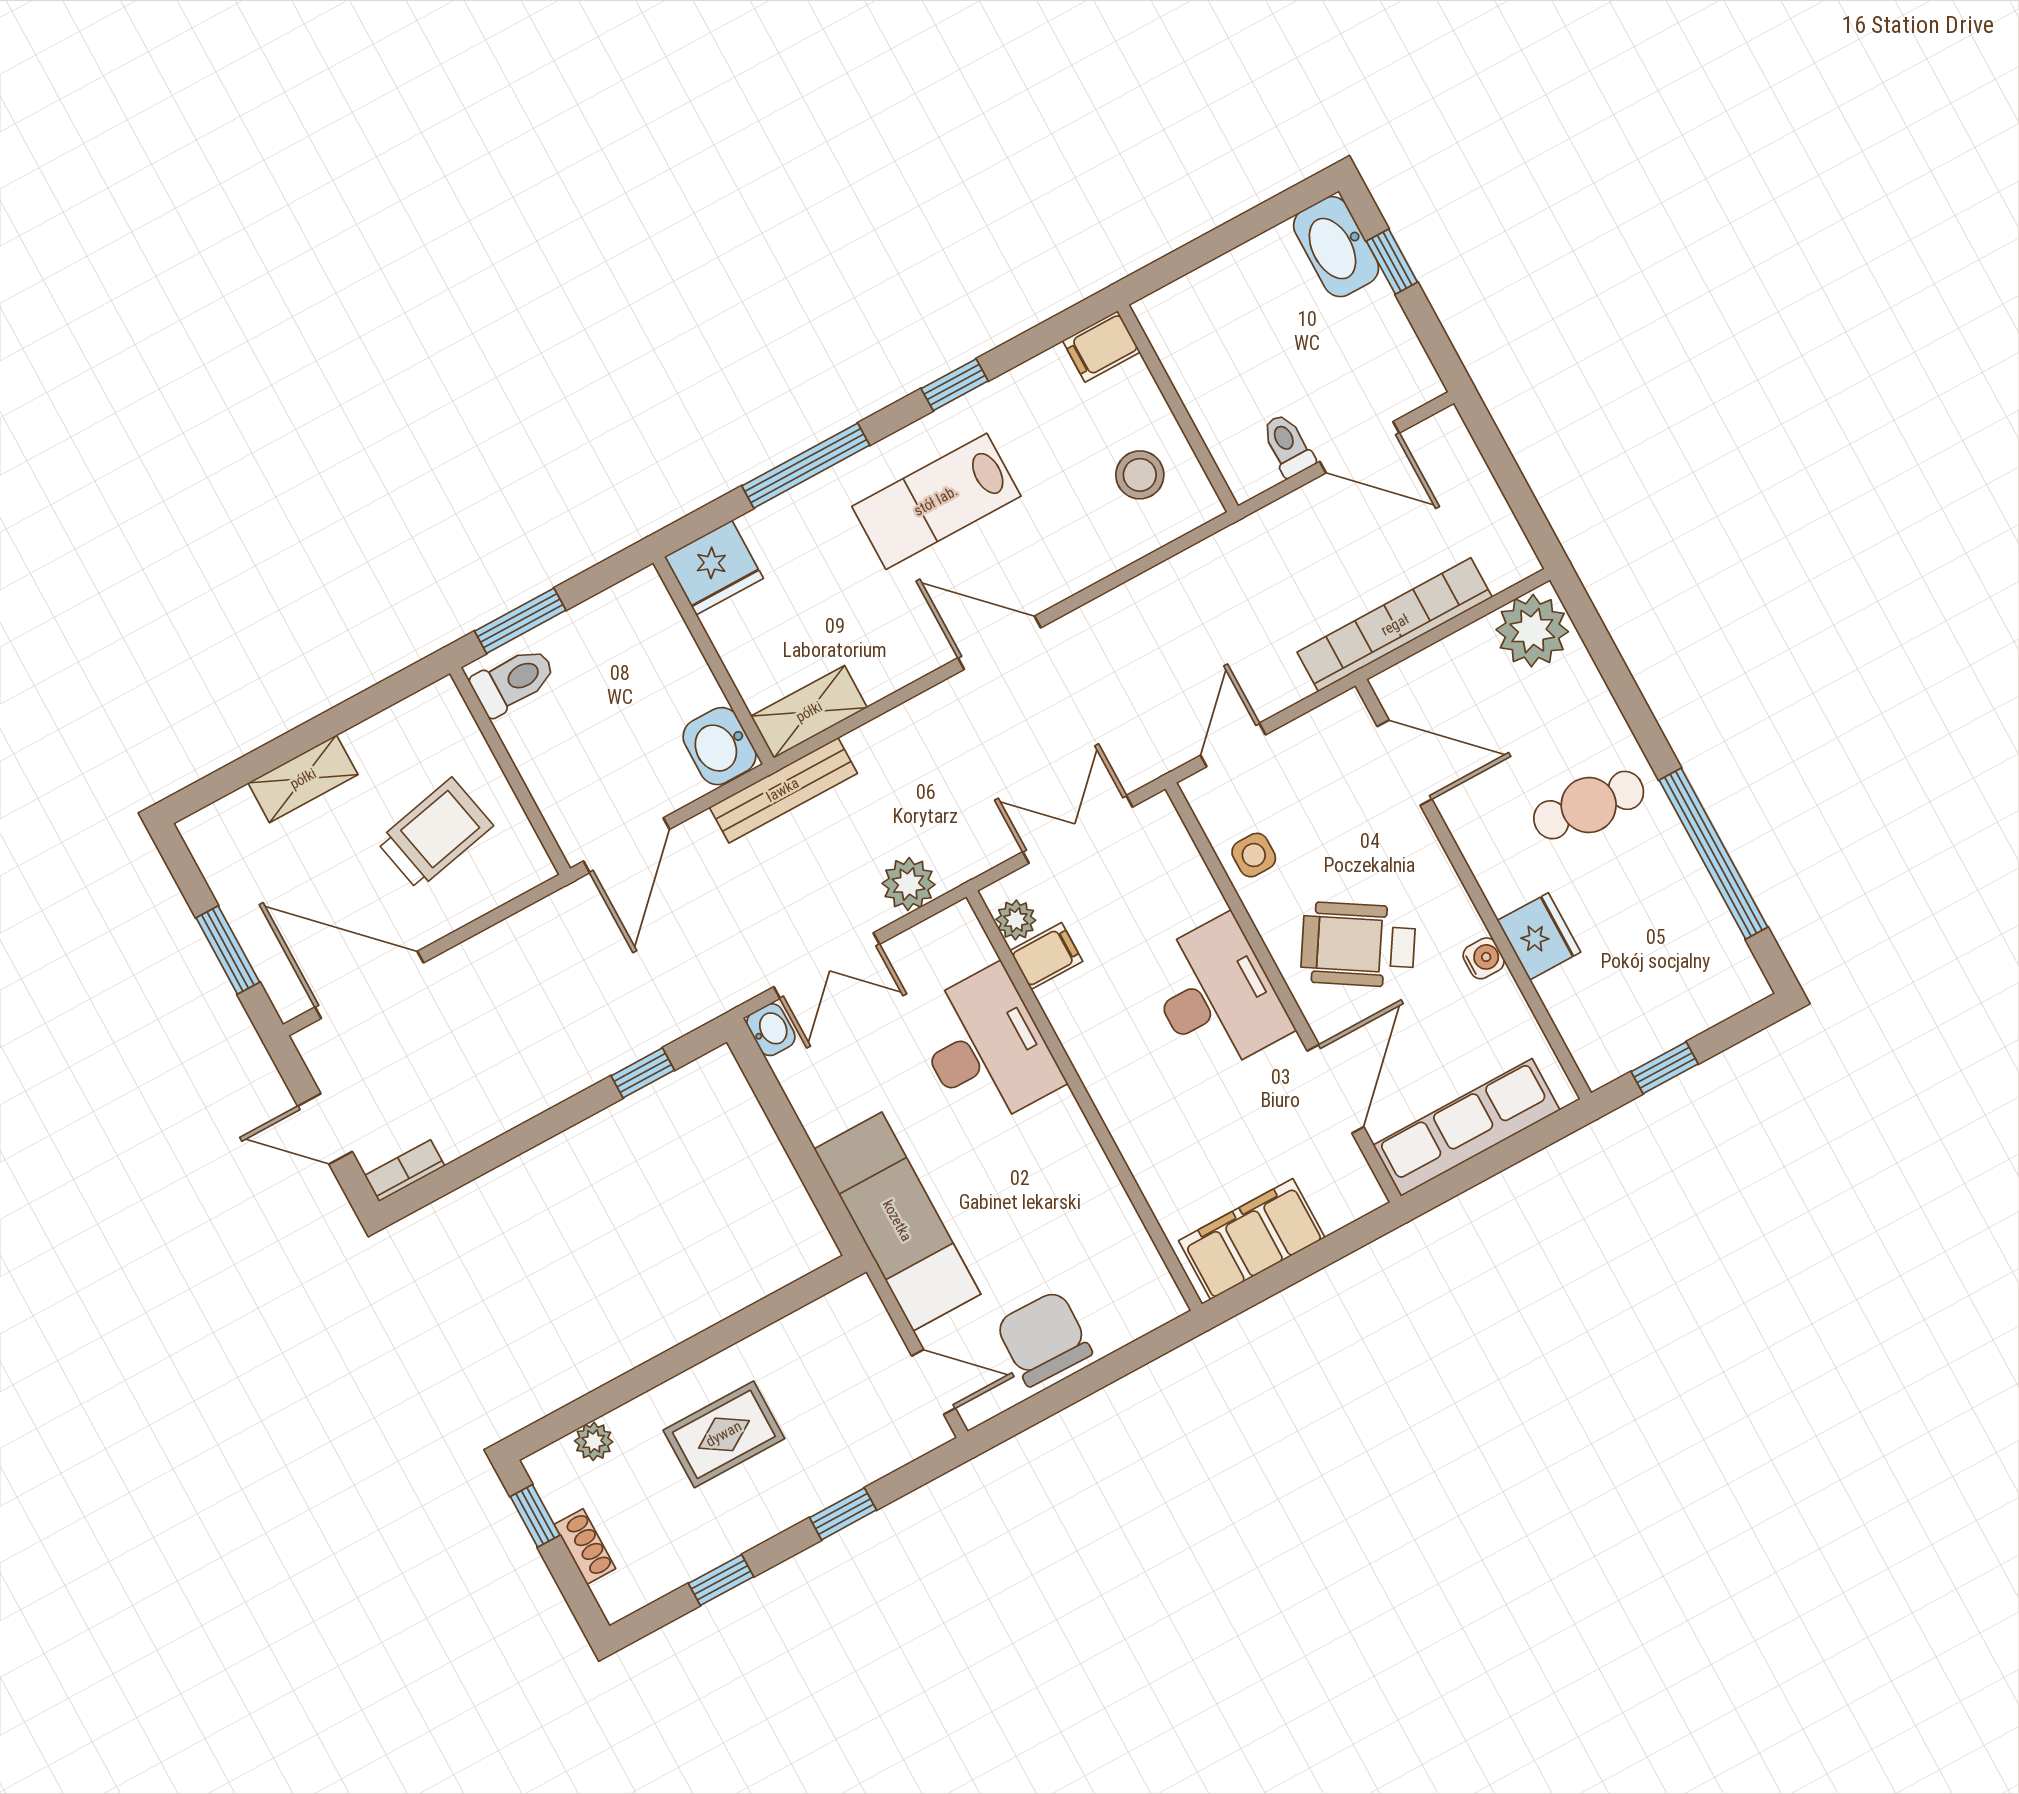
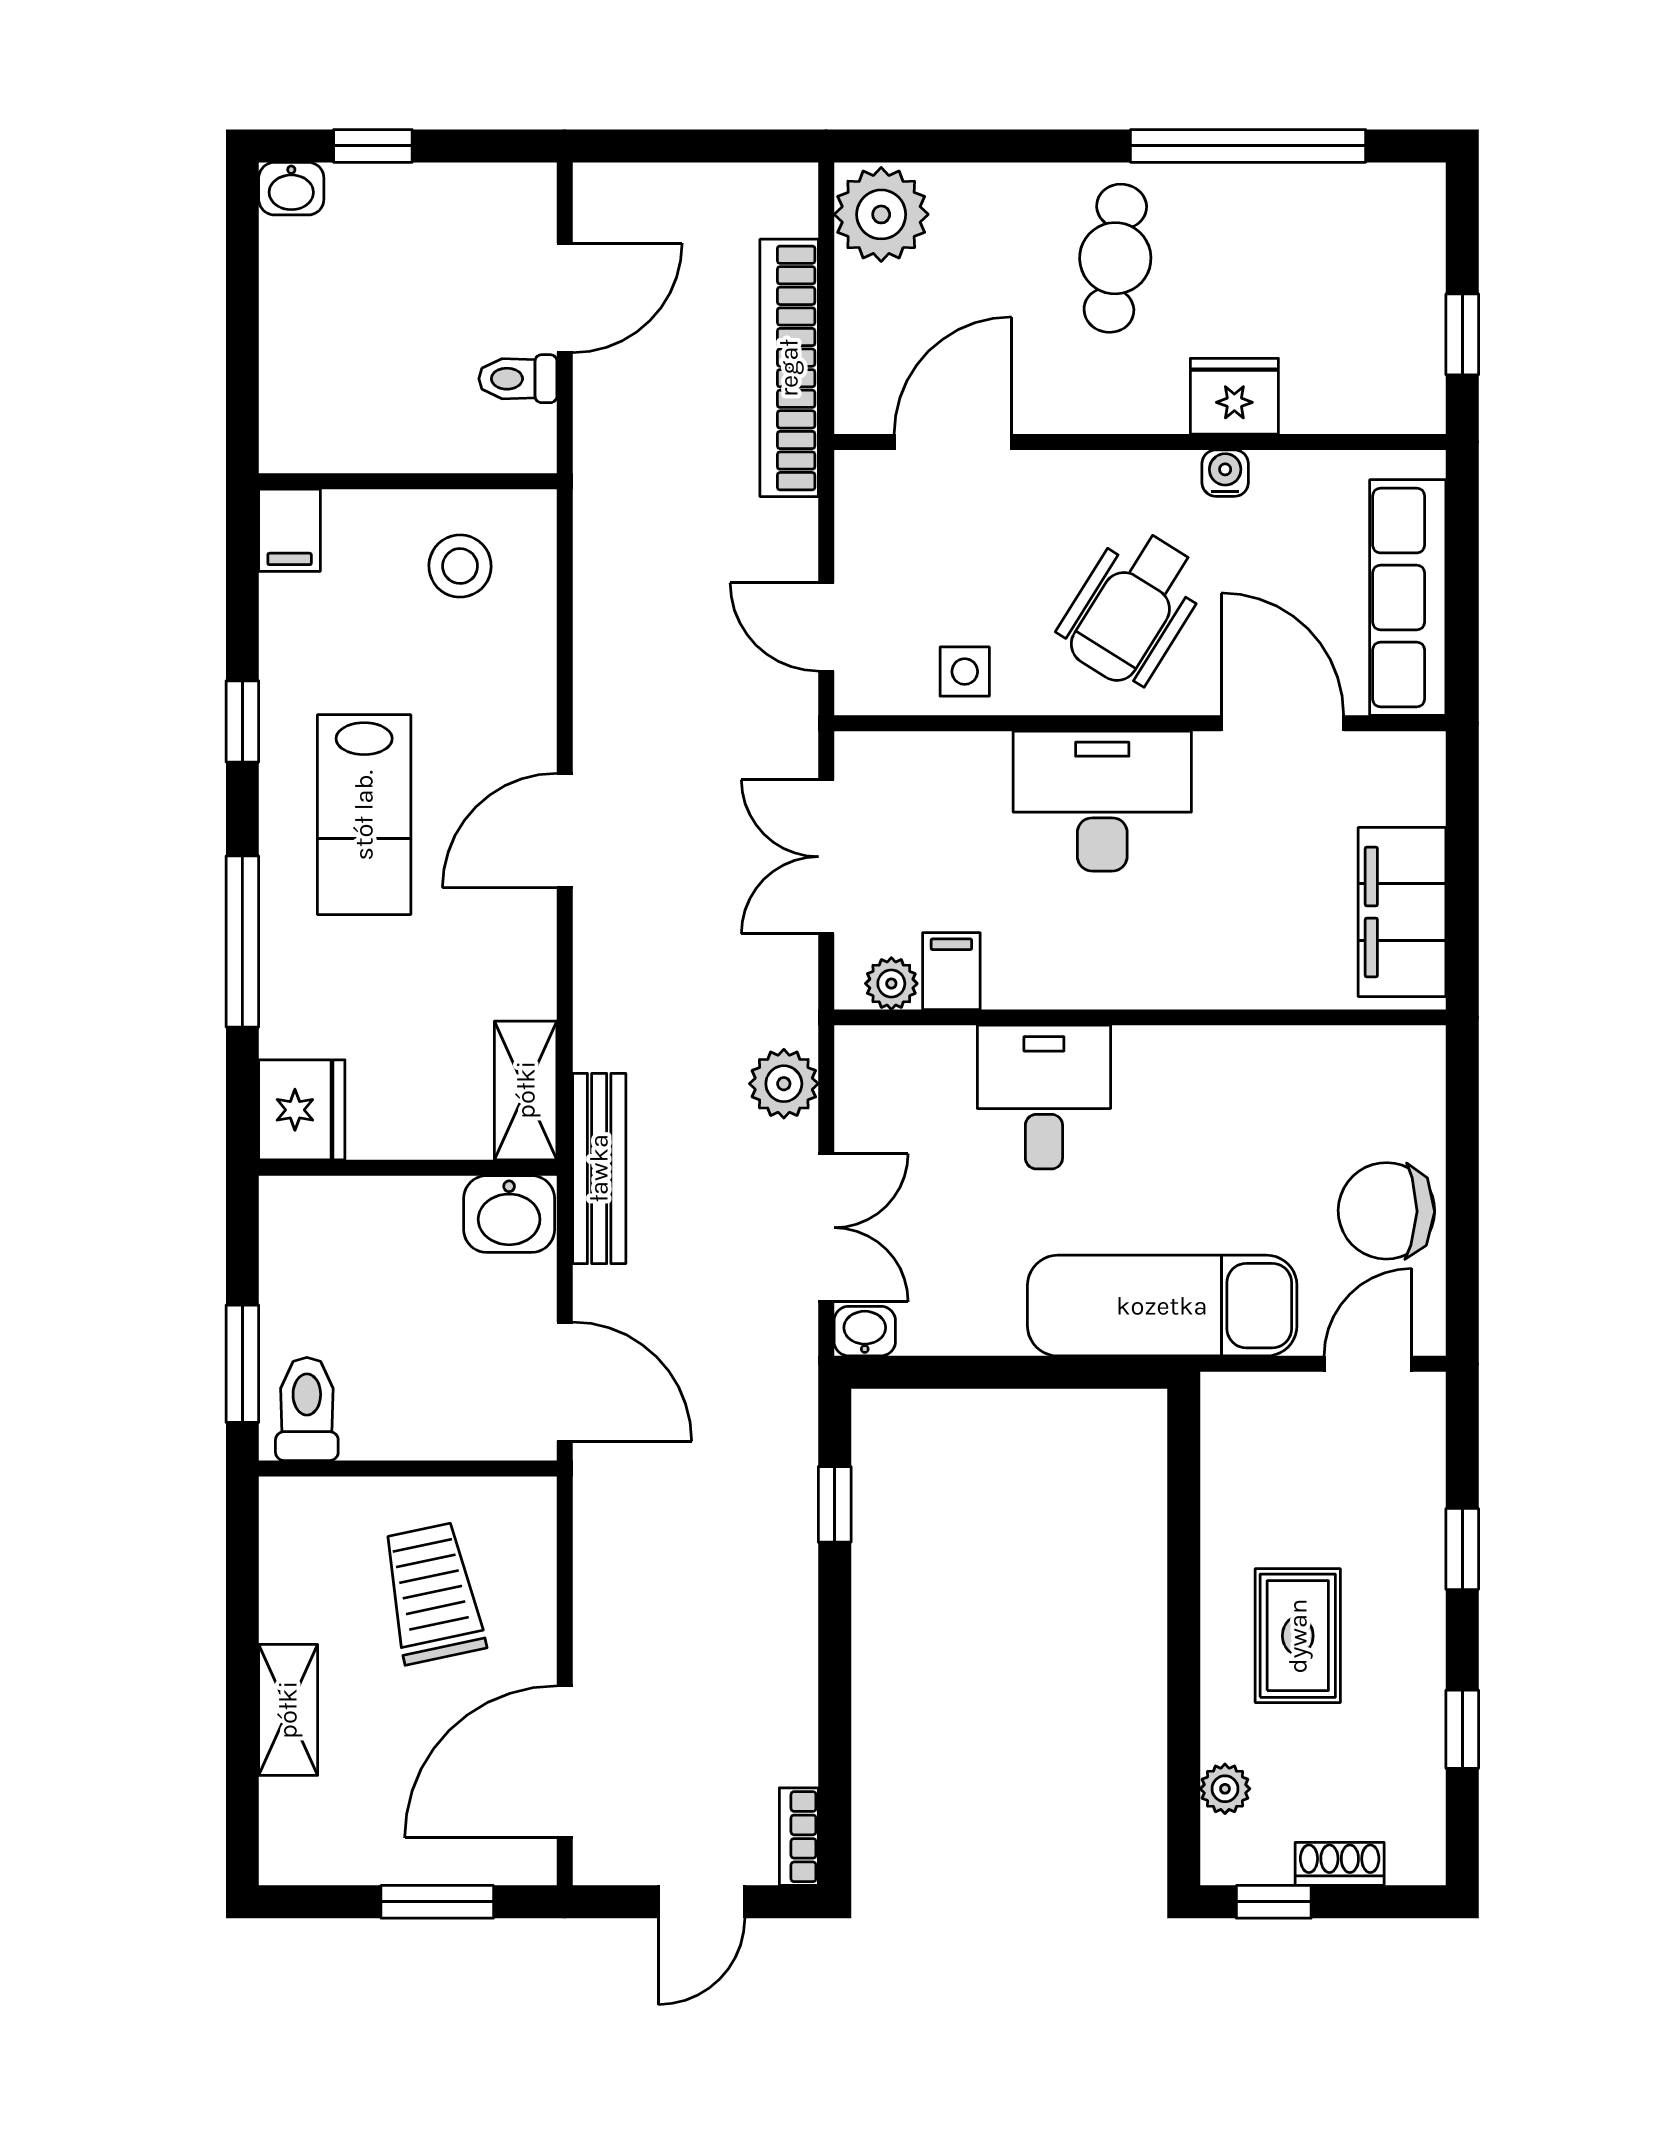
washbasin: (1336, 247) -> (291, 189), width x0.52, depth x0.69
desk: (986, 1048) -> (1044, 1097), width x0.73

